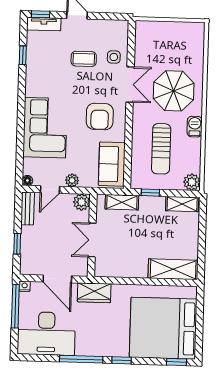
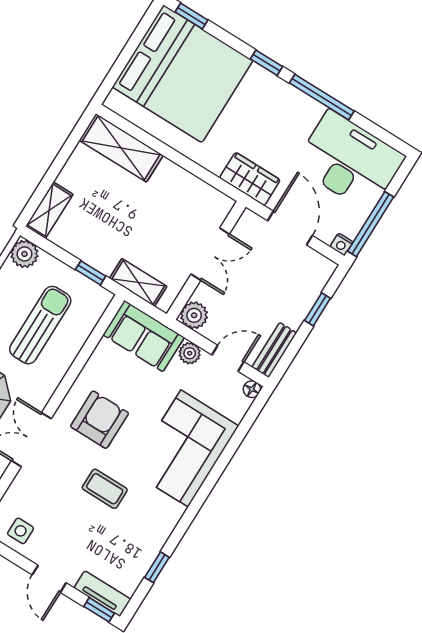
side table: (114, 57) -> (21, 531), moved
coffee table: (84, 59) -> (105, 489), moved
sofa: (112, 164) -> (144, 336), moved, turned 90
shelving: (182, 204) -> (49, 210), moved, turned 90

